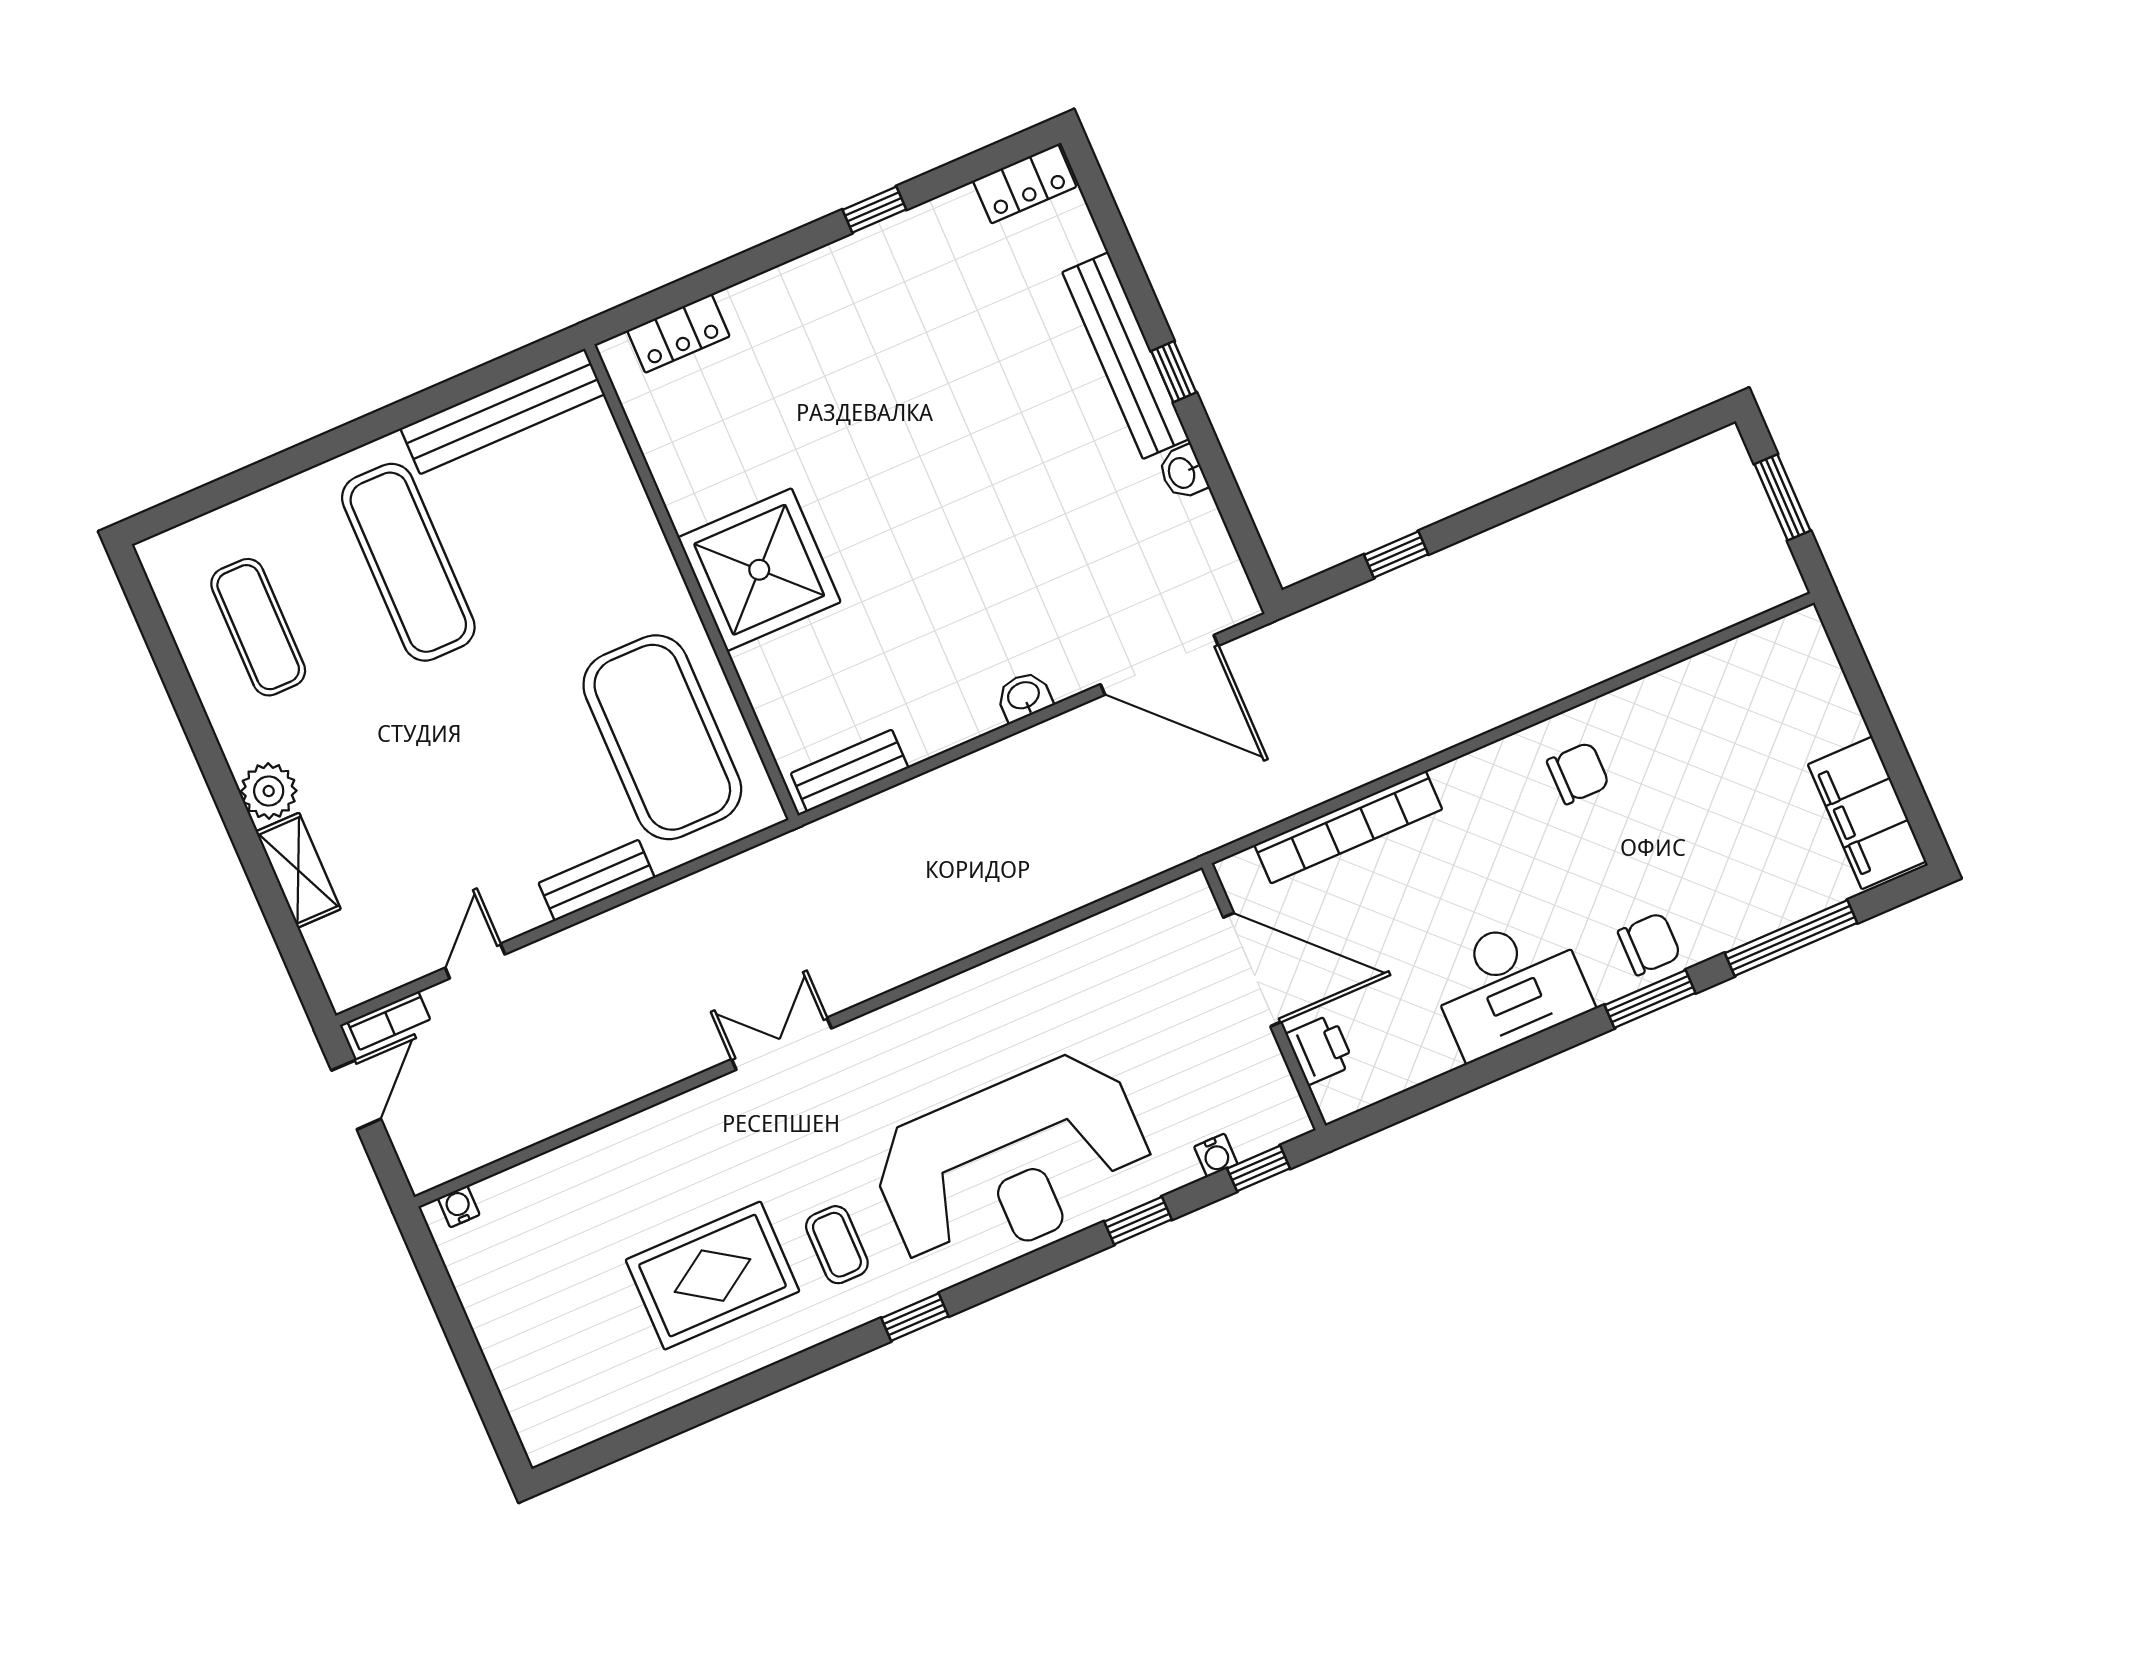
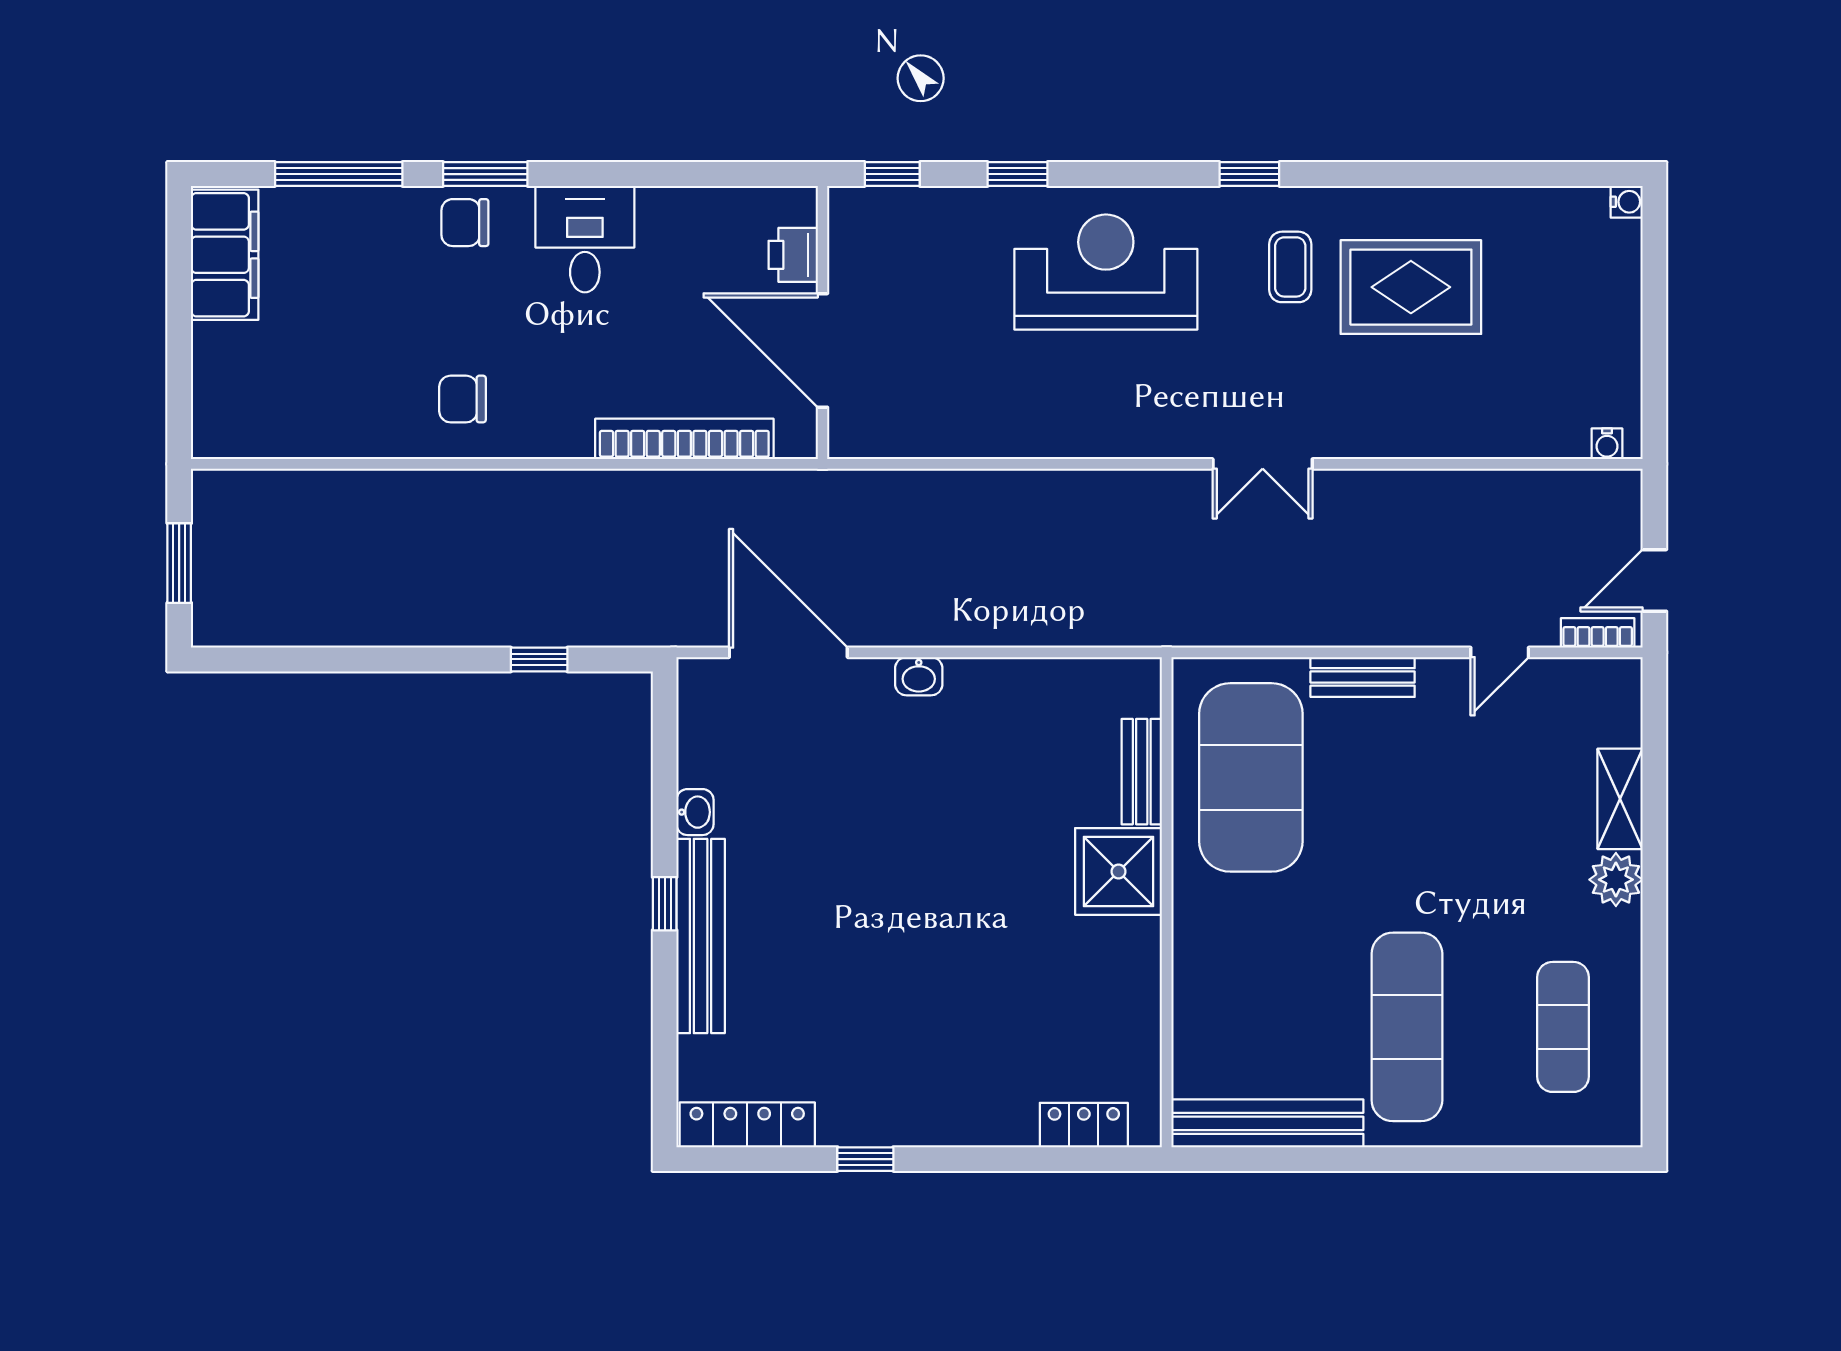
locker: (1025, 184) -> (747, 1125), width x1.53
shower: (759, 570) -> (1118, 871), width x0.73, depth x0.73
bench: (850, 771) -> (1142, 772), moved, turned 90
desk: (1509, 986) -> (585, 239), width x0.73
water cooler: (1216, 1155) -> (1627, 202), moved, turned 90
reception desk: (1012, 1163) -> (1106, 272), width x0.74, depth x0.77

